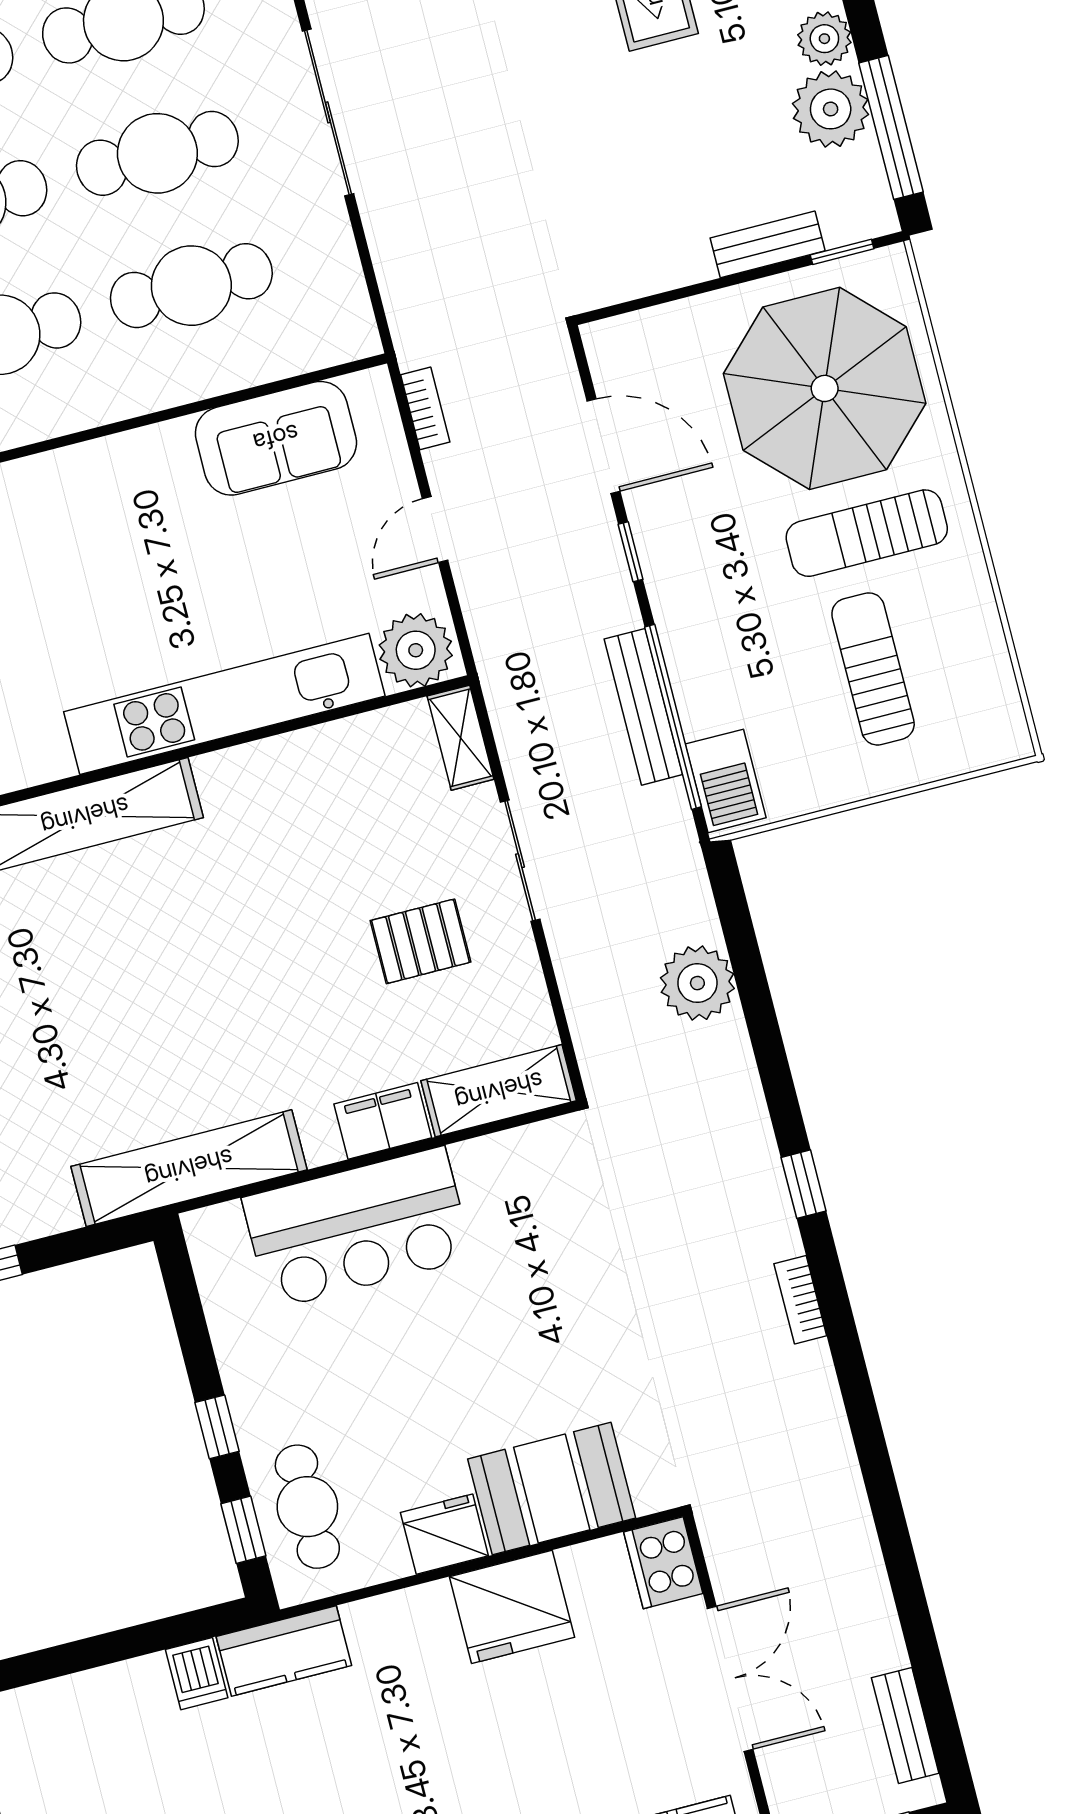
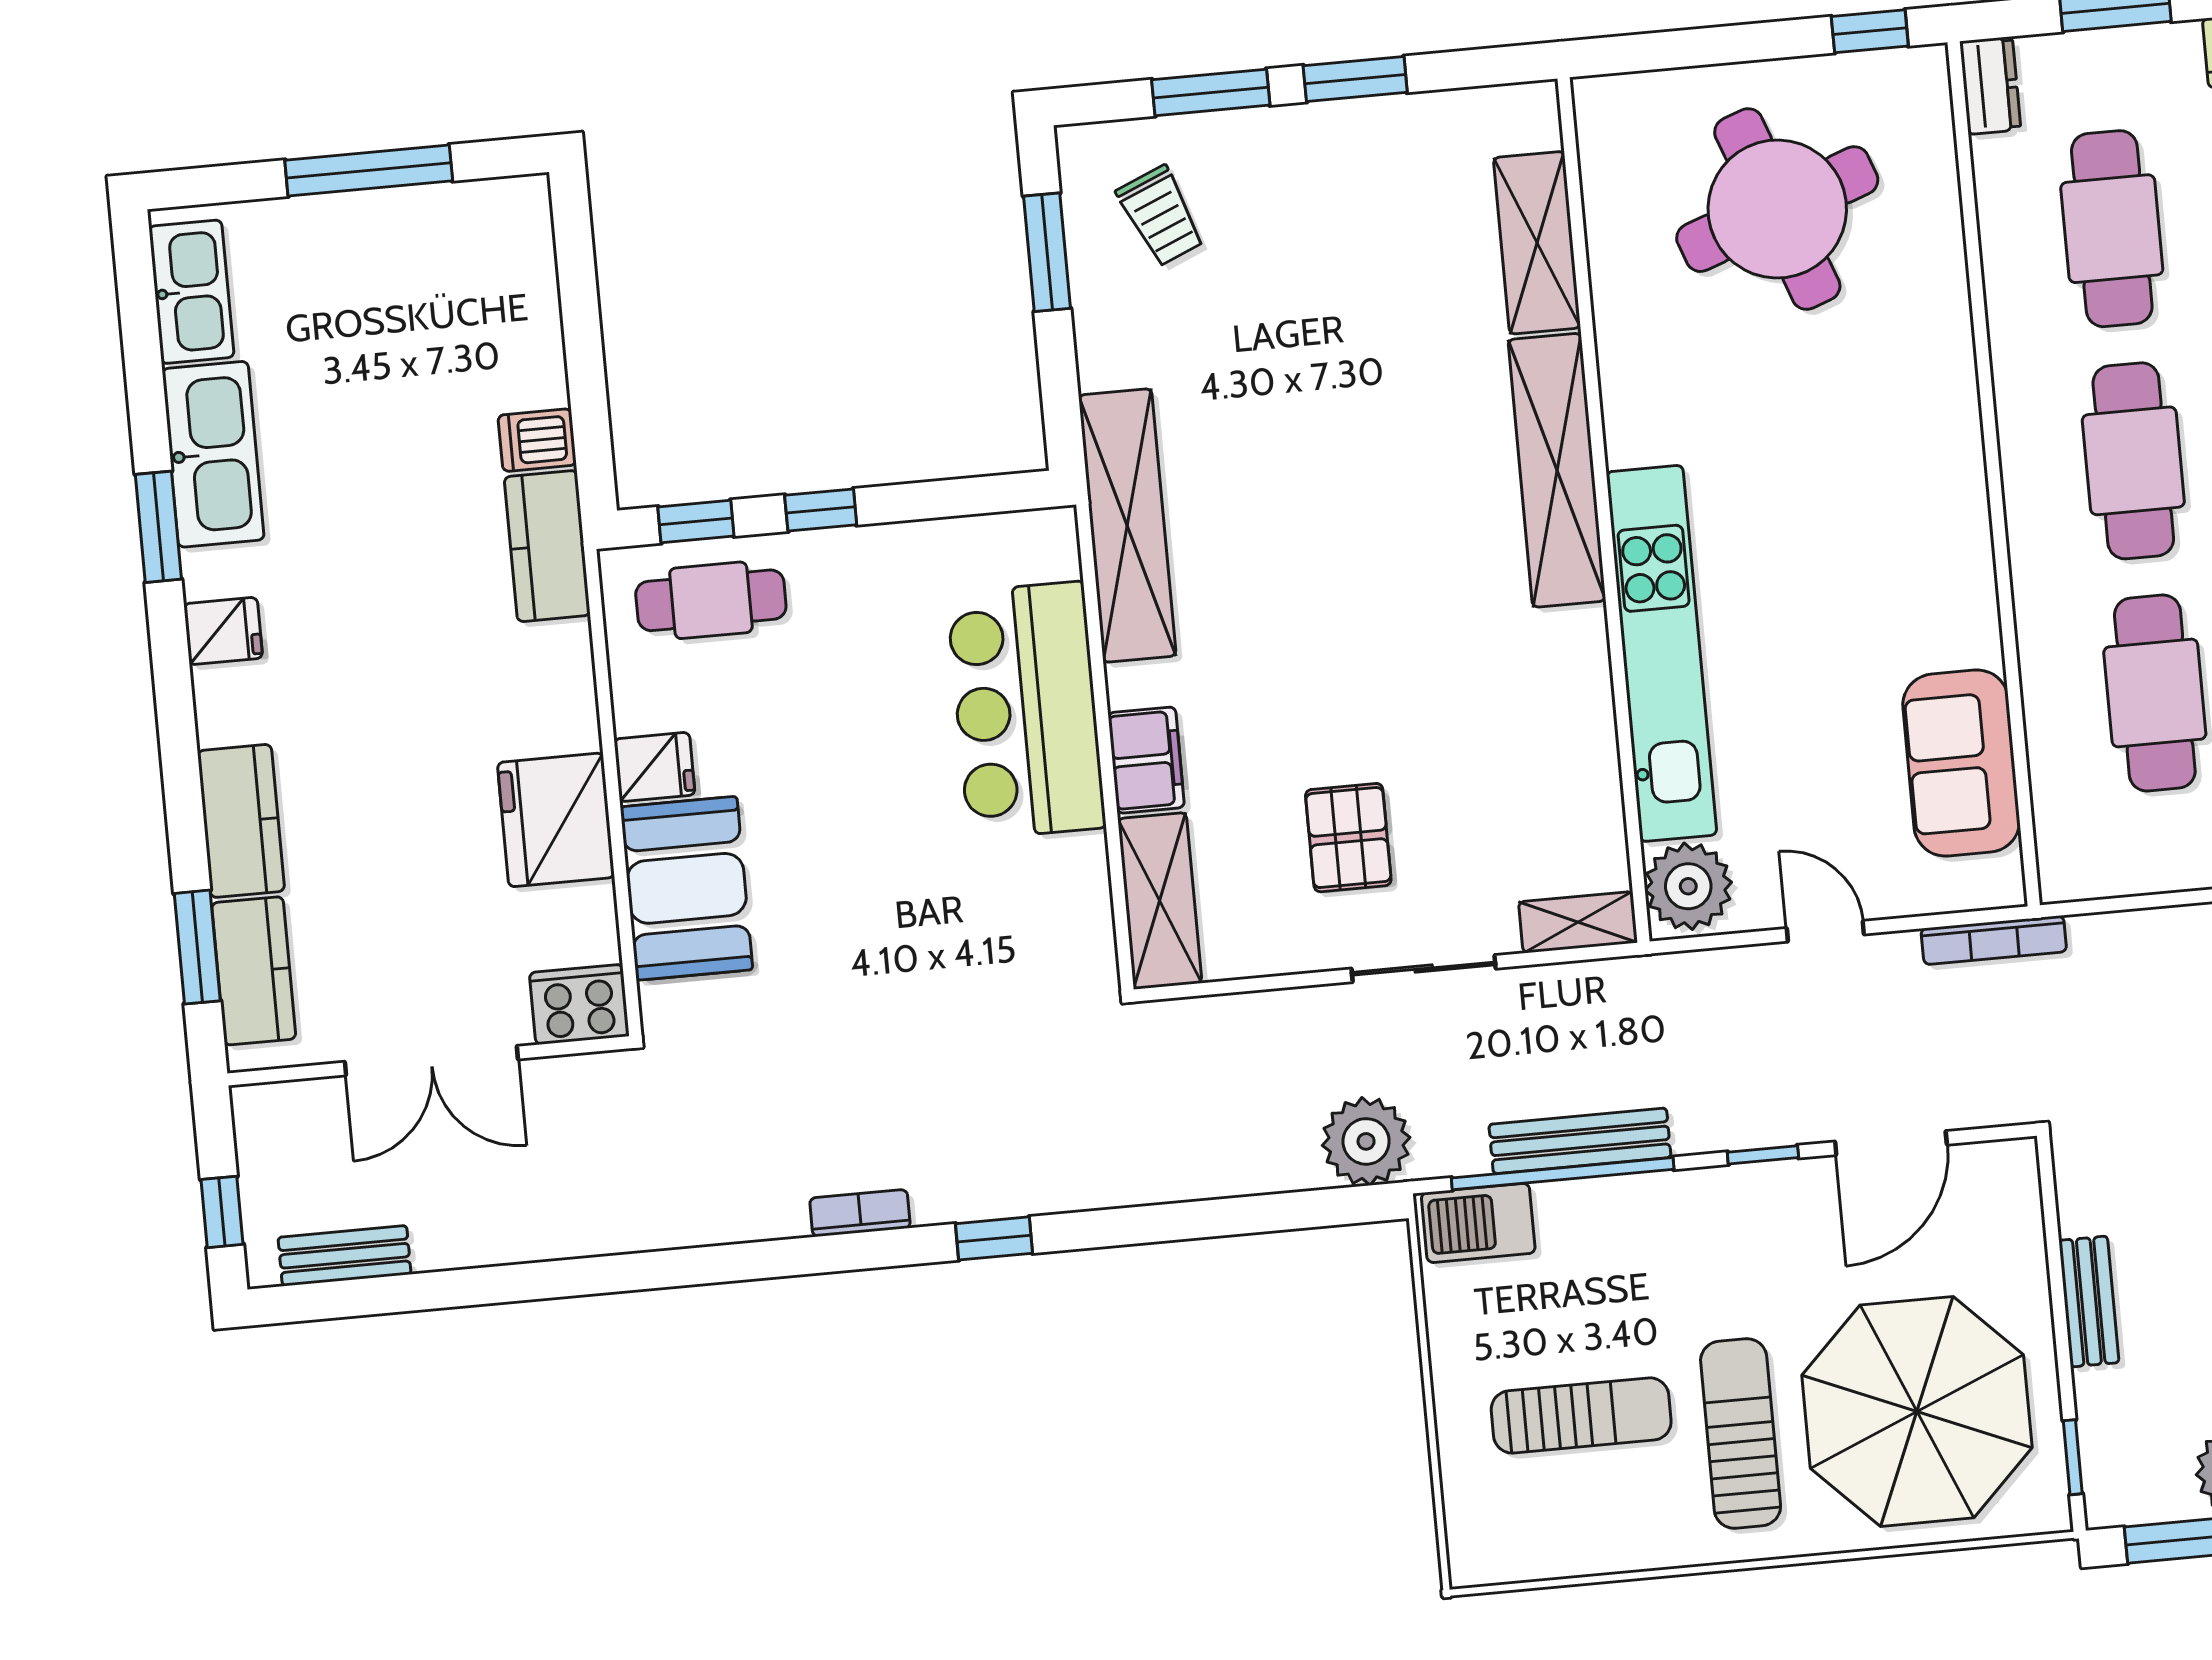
bench: (768, 244) -> (2089, 1301), moved
bookcase: (425, 408) -> (1994, 940), width x1.56
plant: (697, 983) -> (1366, 1141), moved
fridge: (444, 1534) -> (654, 767), width x0.72

